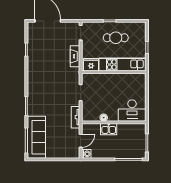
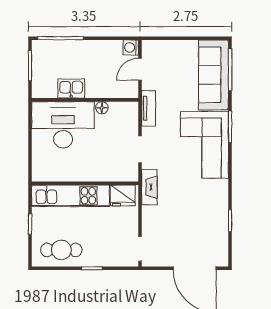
cafe table: (116, 38) -> (61, 250), moved
fireplace: (75, 56) -> (149, 187), moved
corner sofa: (42, 95) -> (204, 145), added
desk: (132, 110) -> (63, 125), width x1.36, depth x1.30
kitchen sink: (109, 129) -> (71, 89), moved

